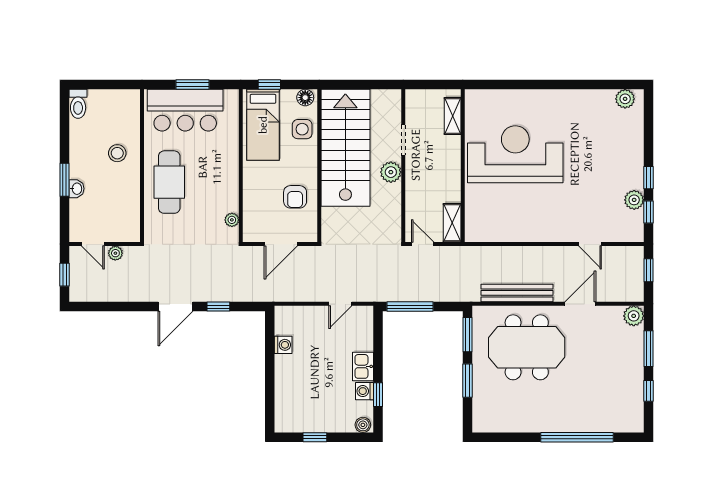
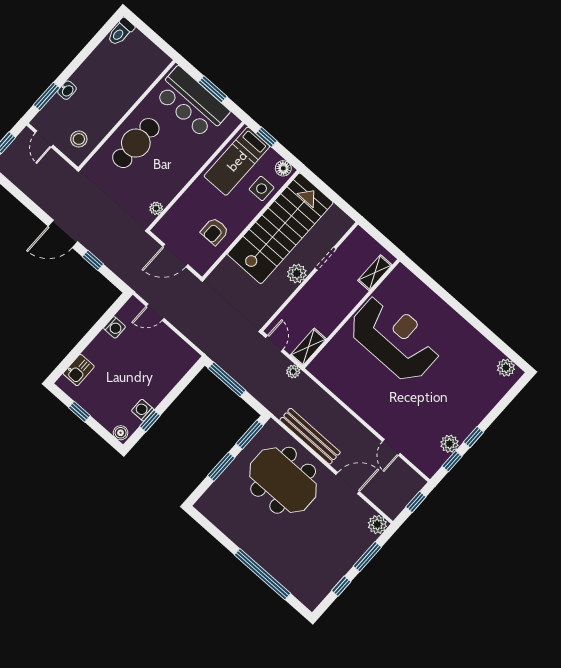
stool: (117, 153) -> (79, 139), moved
window: (64, 180) -> (46, 96), moved
plant: (115, 253) -> (293, 372), moved
door: (340, 304) -> (155, 312), moved
kitchen sink: (363, 366) -> (79, 370), moved, turned 180

